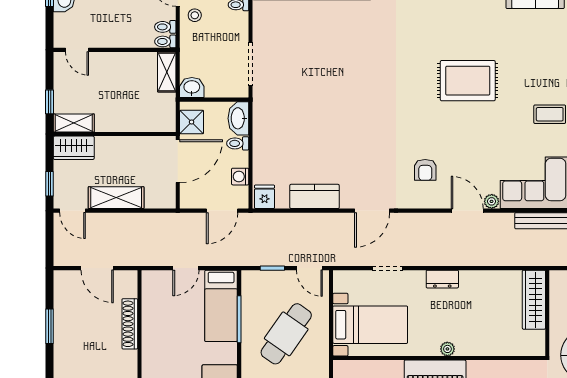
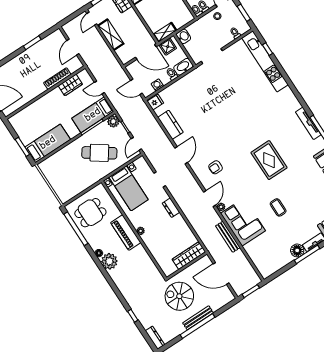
shelving: (167, 72) -> (165, 32), moved
door: (372, 211) -> (181, 155), swing flipped
plant: (252, 281) -> (113, 121), added
wardrobe: (153, 310) -> (70, 85), added

